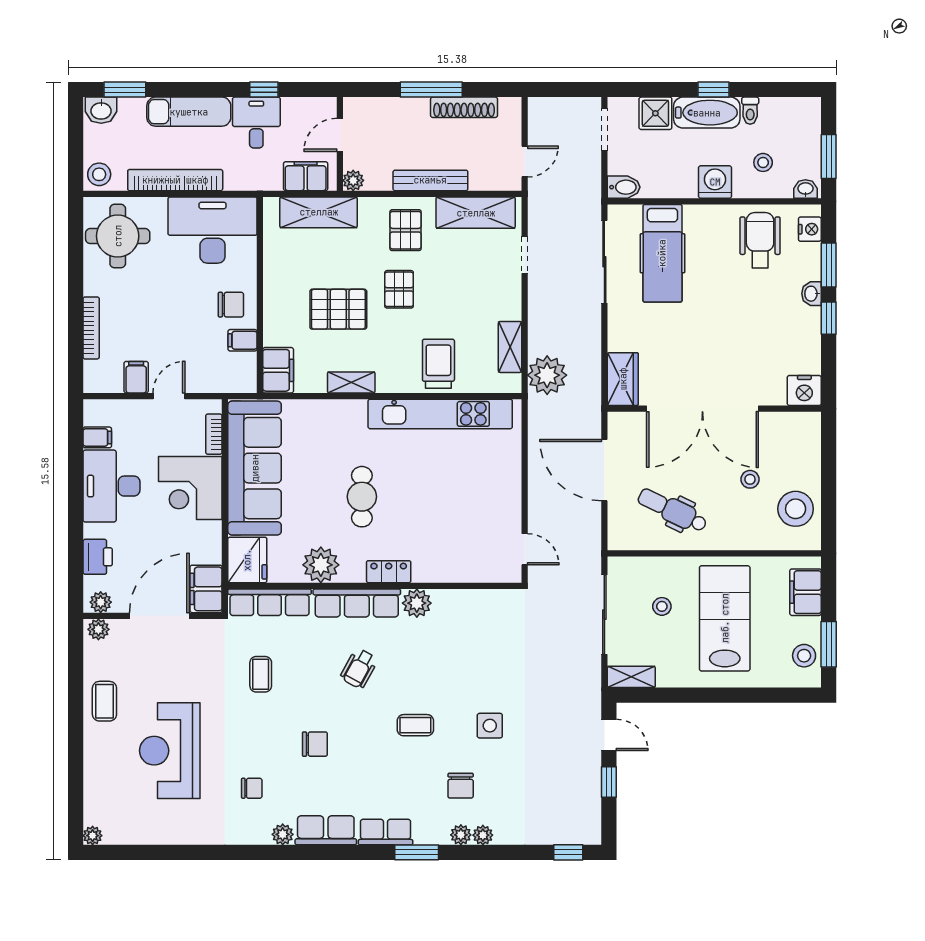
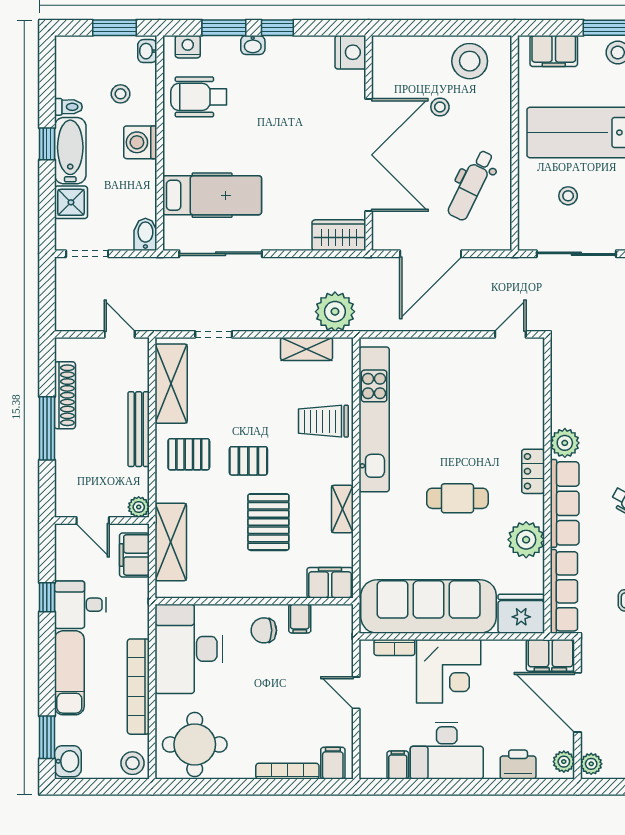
chair: (231, 305) -> (264, 630), turned -90
filing cabinet: (136, 377) -> (333, 763), moved, turned 90

